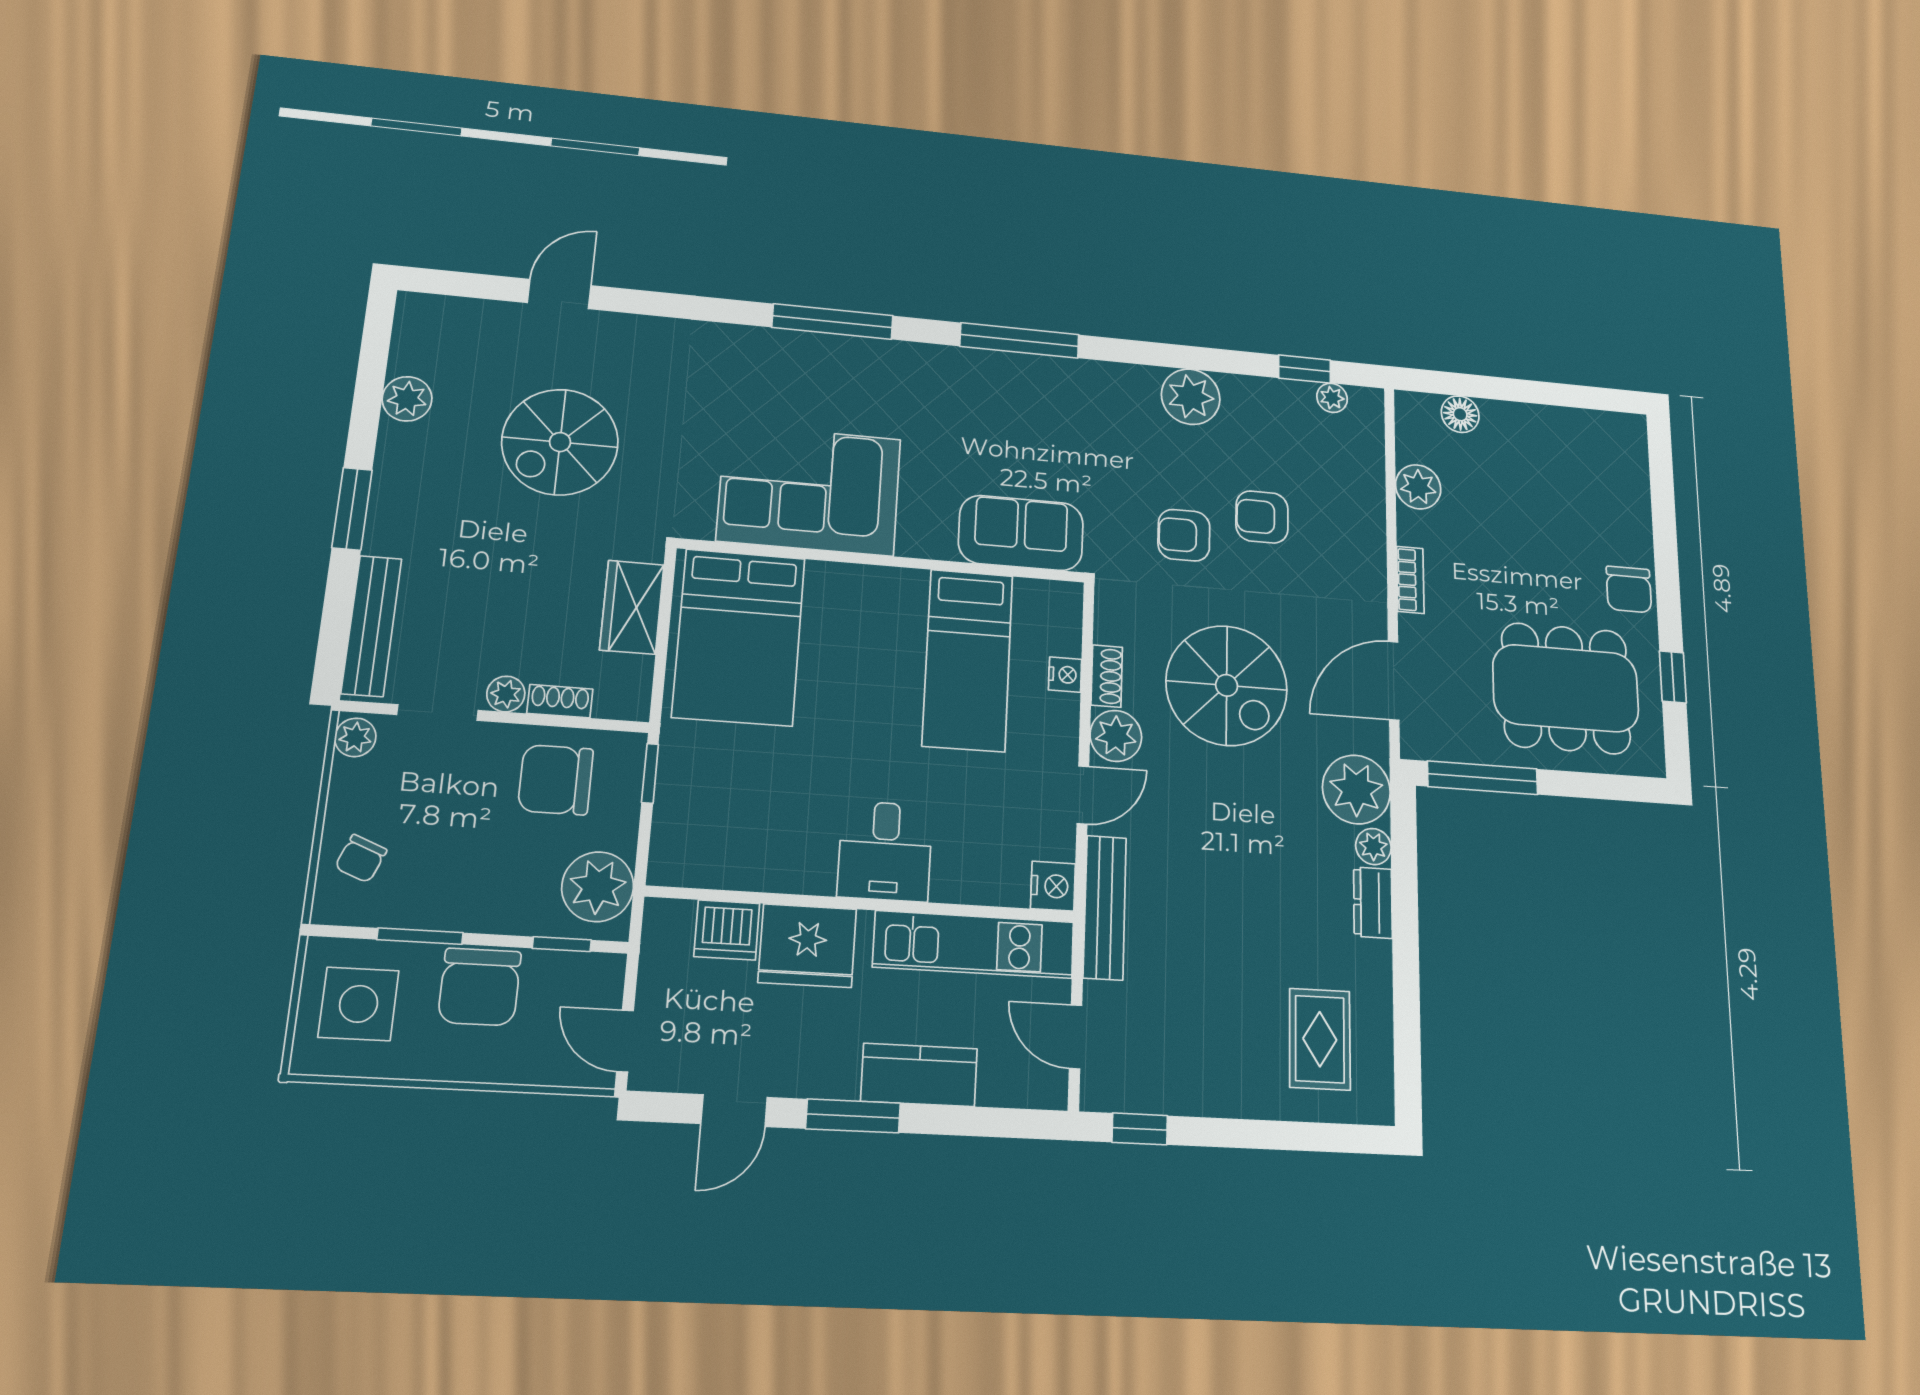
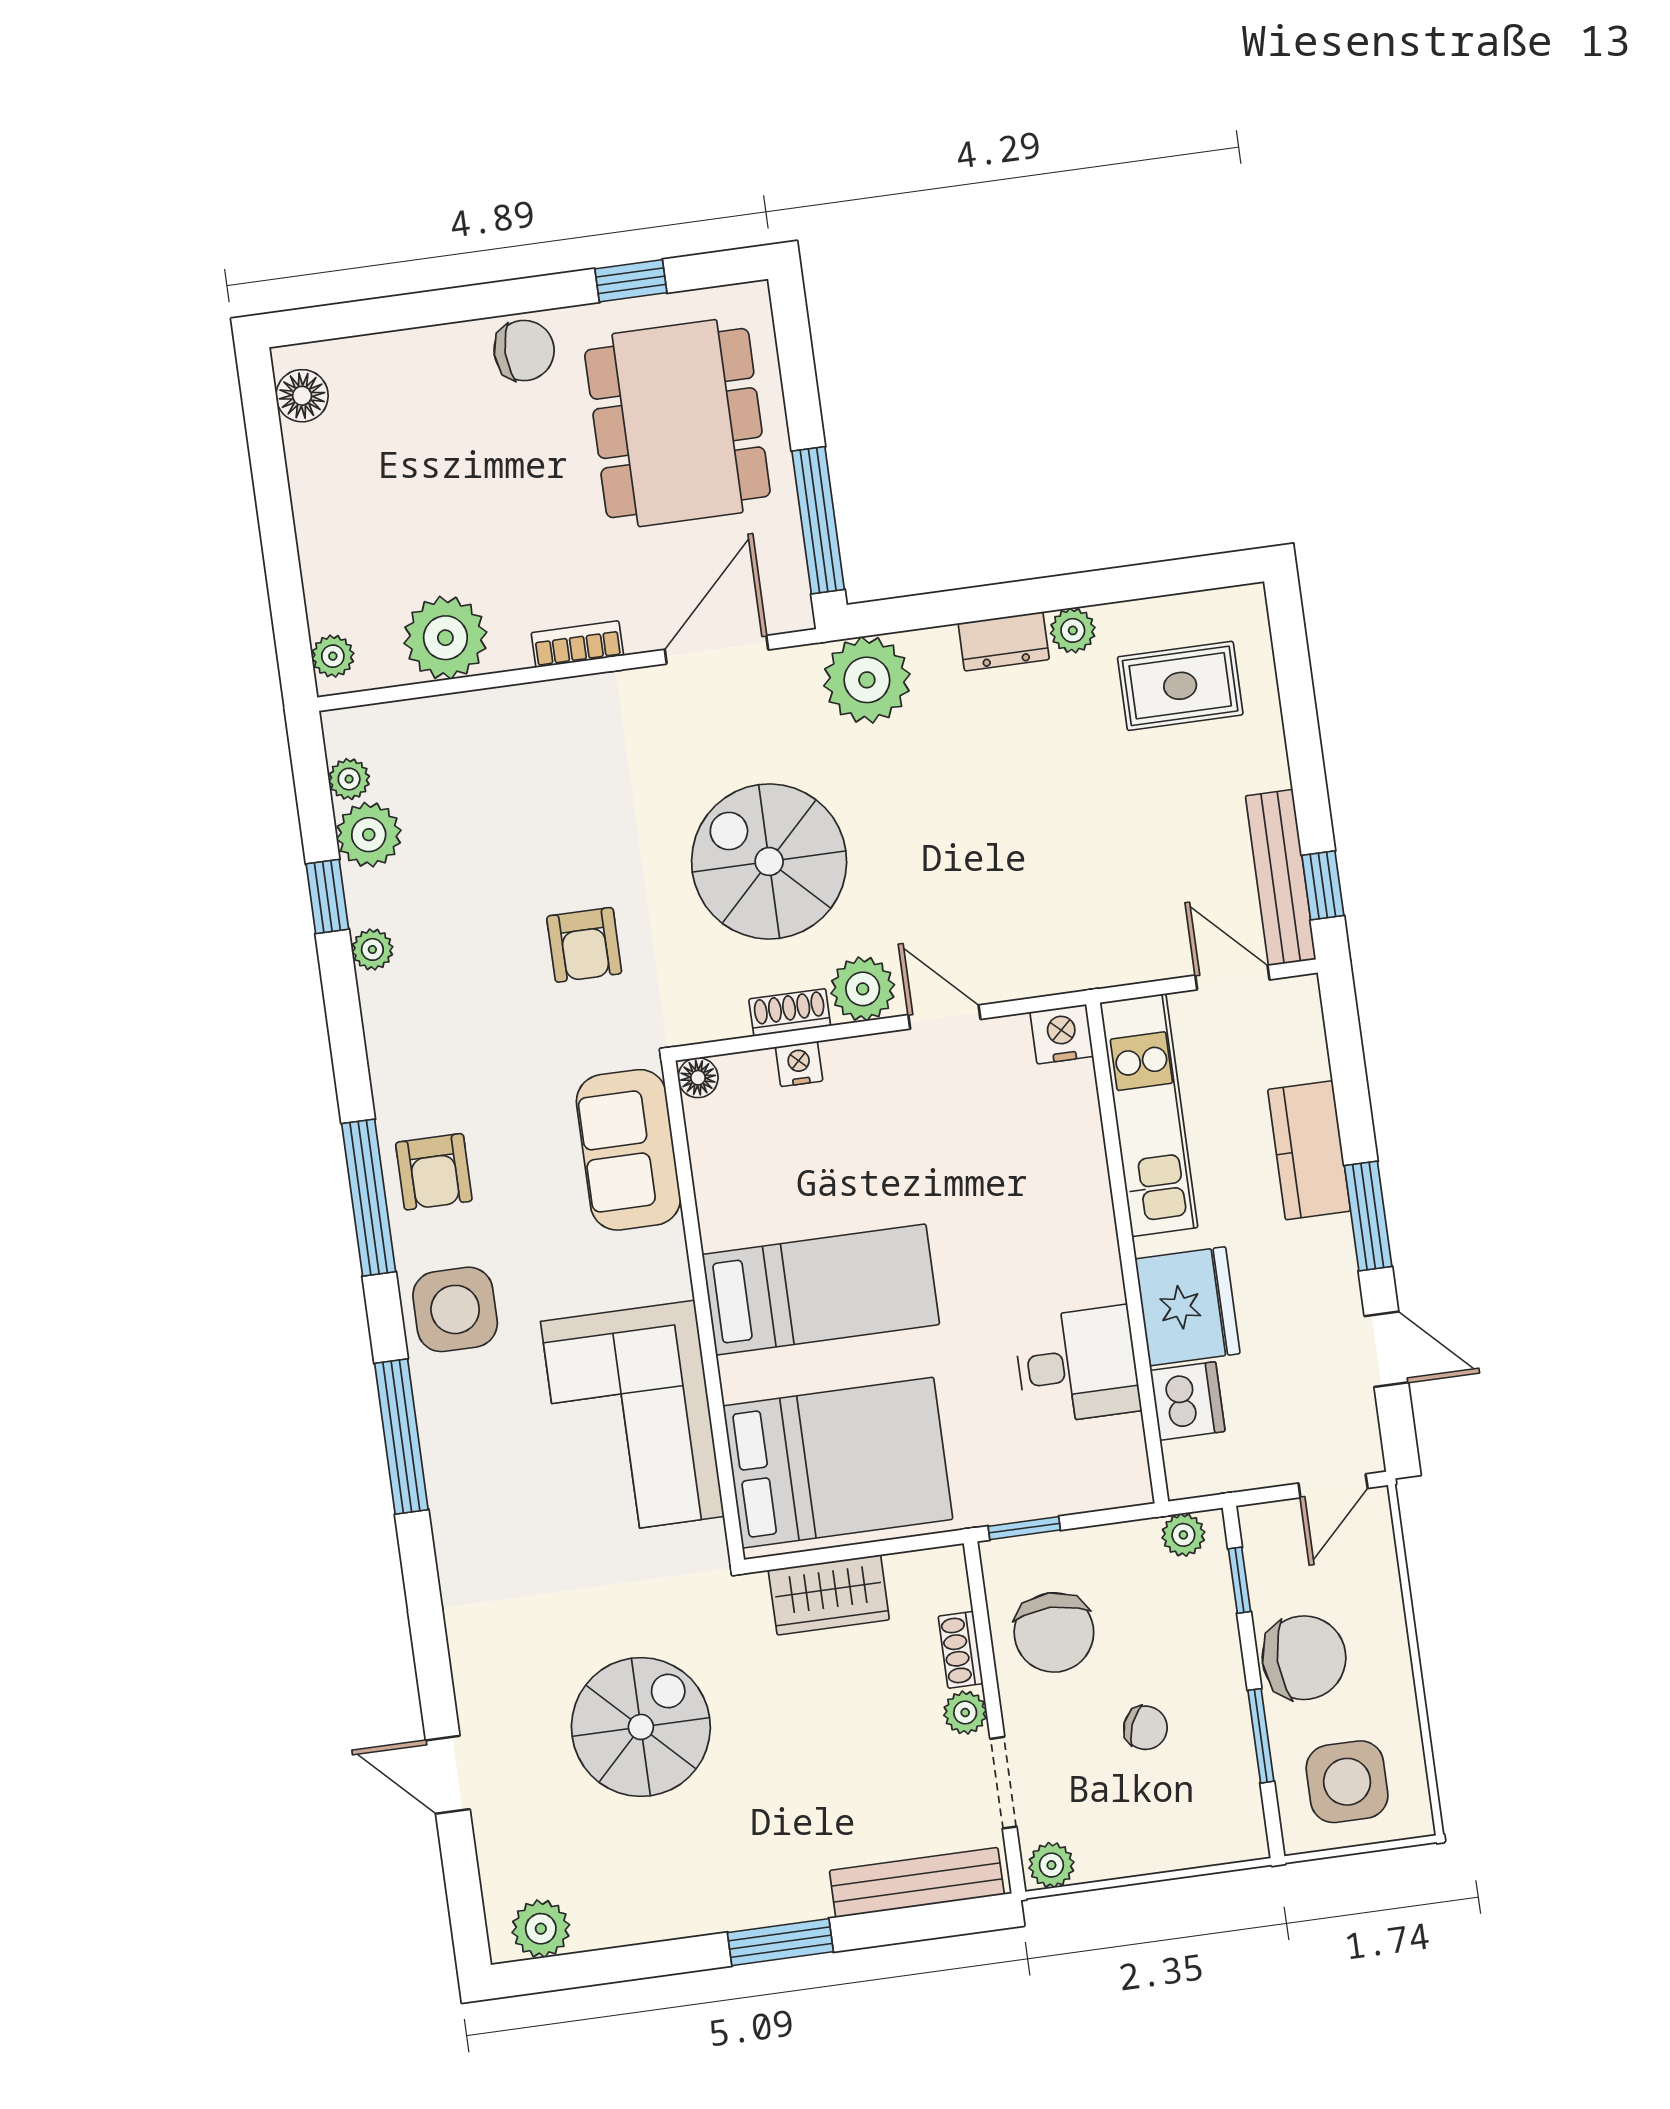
window: (1305, 369) -> (327, 896), moved
side table: (922, 381) -> (455, 1309), added
plant: (1191, 397) -> (372, 949), width x0.53, depth x0.53
plant: (407, 399) -> (541, 1929), moved
plant: (1289, 402) -> (369, 835), added
plant: (1423, 407) -> (333, 656), added
floor lamp: (1460, 414) -> (302, 396), moved
spiral stairs: (560, 442) -> (641, 1727), turned -90
plant: (1418, 487) -> (445, 638), width x1.36, depth x1.36
armchair: (1262, 517) -> (434, 1172), moved
floor lamp: (1068, 596) -> (698, 1078), added
bed: (968, 660) -> (821, 1289), moved
door: (1394, 681) -> (716, 650), swing flipped
spiral stairs: (1227, 685) -> (769, 861), turned -90
plant: (1373, 847) -> (1073, 630), moved
desk: (885, 851) -> (1077, 1365), moved
chair: (361, 859) -> (1145, 1728), moved
plant: (598, 887) -> (1183, 1535), width x0.53, depth x0.53
bench: (1105, 907) -> (1281, 878), moved, turned 90
door: (1076, 1037) -> (1232, 978), swing flipped

